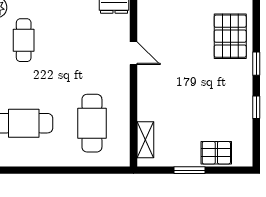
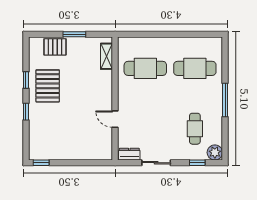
pallet: (230, 36) -> (48, 86), moved
cafe table: (92, 123) -> (145, 68), turned 90

